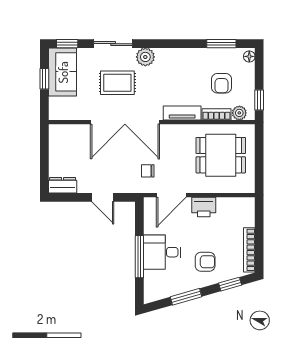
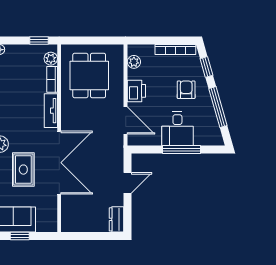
armchair: (221, 83) -> (24, 75), removed
chair: (148, 171) -> (103, 142), removed
plant: (236, 204) -> (134, 62), added
window: (186, 297) -> (218, 107), width x1.44

